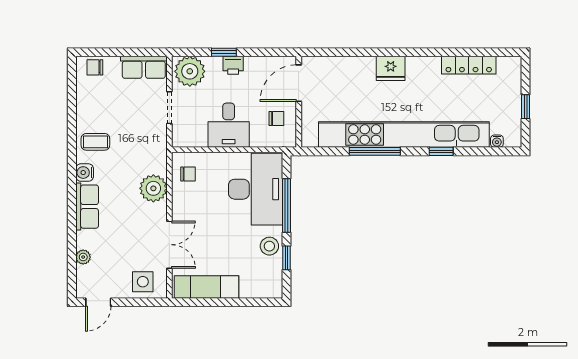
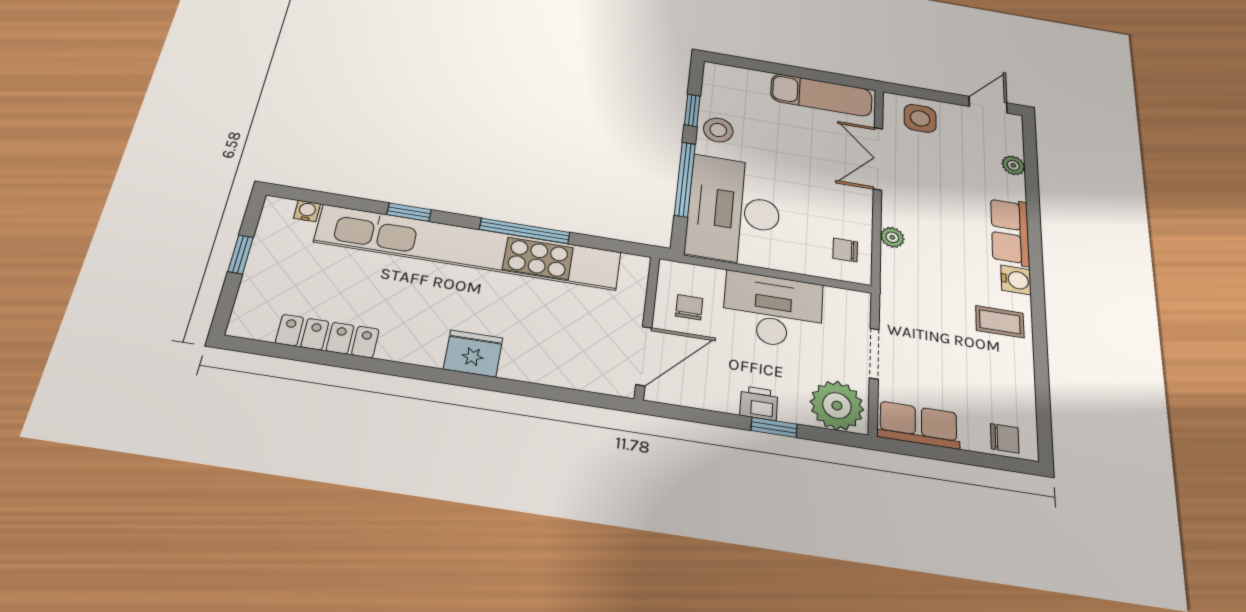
chair: (276, 118) -> (689, 307), turned 90
desk: (229, 125) -> (773, 310), width x1.37
plant: (153, 188) -> (892, 237), width x0.53, depth x0.53

